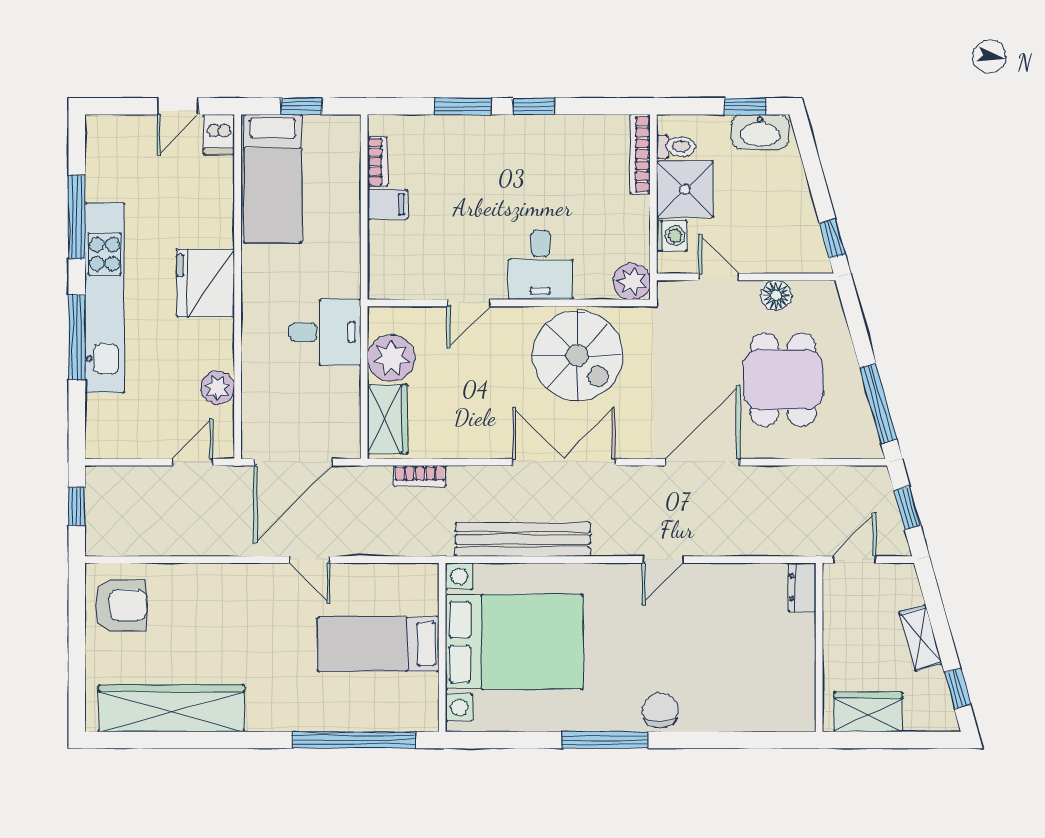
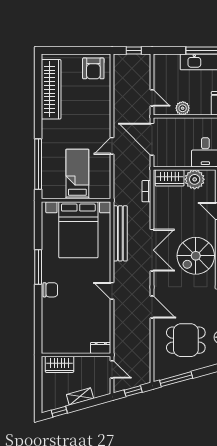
door: (702, 462) -> (152, 307), width x0.73
wardrobe: (868, 712) -> (60, 364), moved, turned 90

